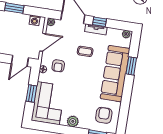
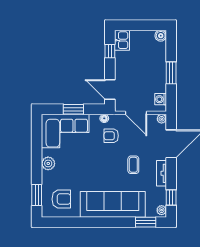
window: (99, 22) -> (171, 198), moved
window: (131, 66) -> (146, 222), moved

